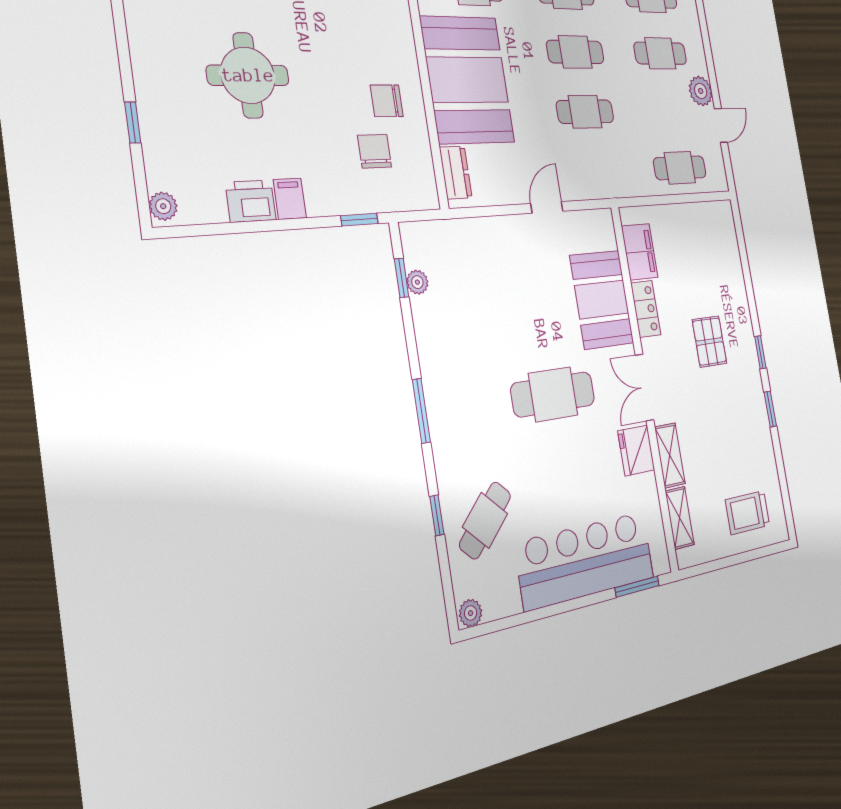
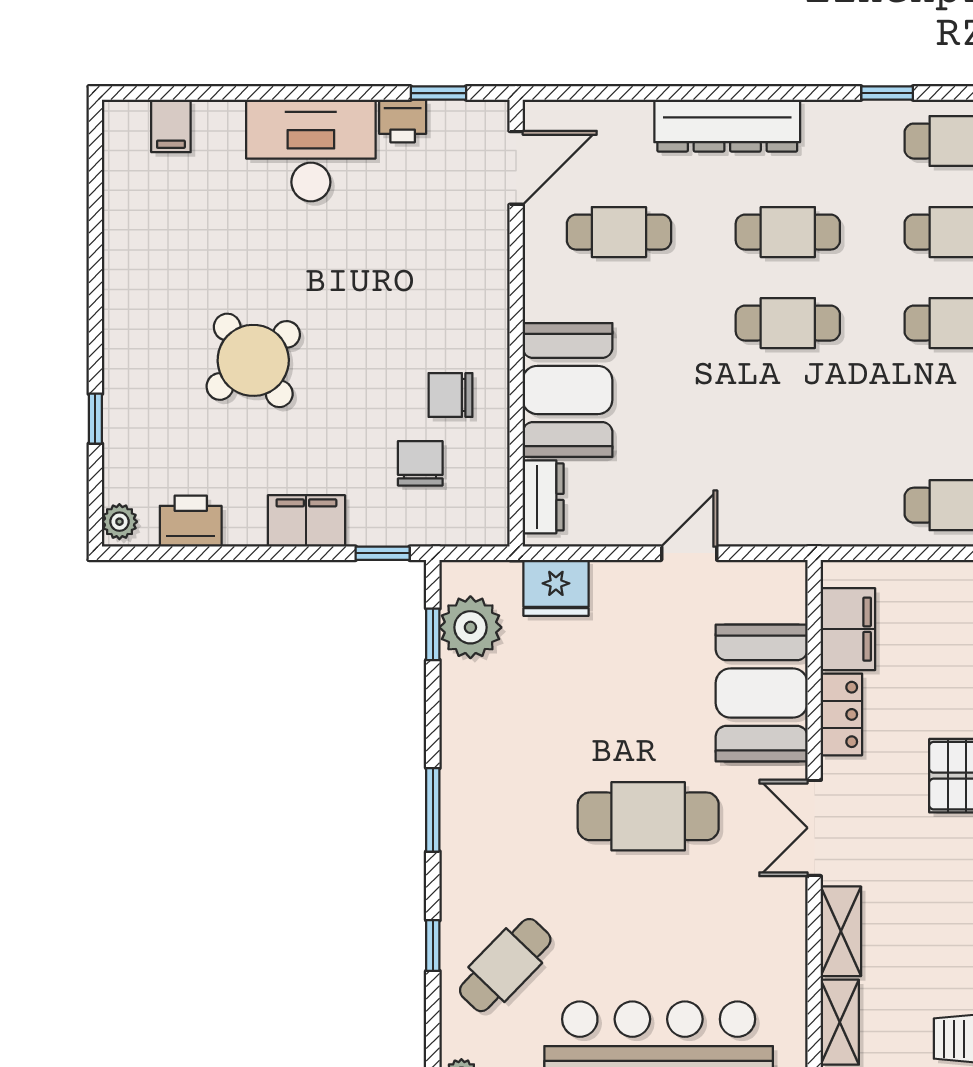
round table: (248, 75) -> (253, 360), turned -38
booth: (467, 80) -> (568, 390), width x0.73, depth x0.70
cafe table: (585, 112) -> (788, 414), removed
filing cabinet: (290, 199) -> (306, 521), width x2.00
printer: (251, 201) -> (191, 521), moved
plant: (417, 282) -> (470, 627), width x1.88, depth x1.88
fridge: (636, 450) -> (556, 588), moved, turned -90

